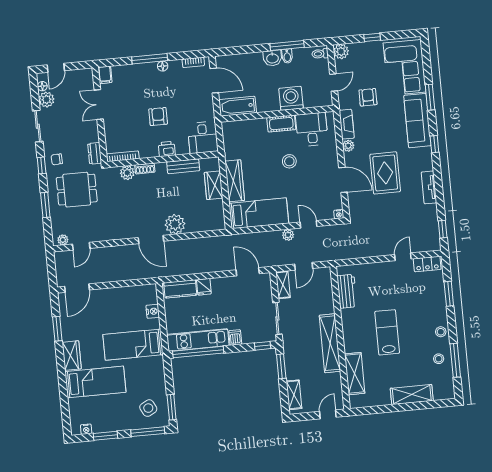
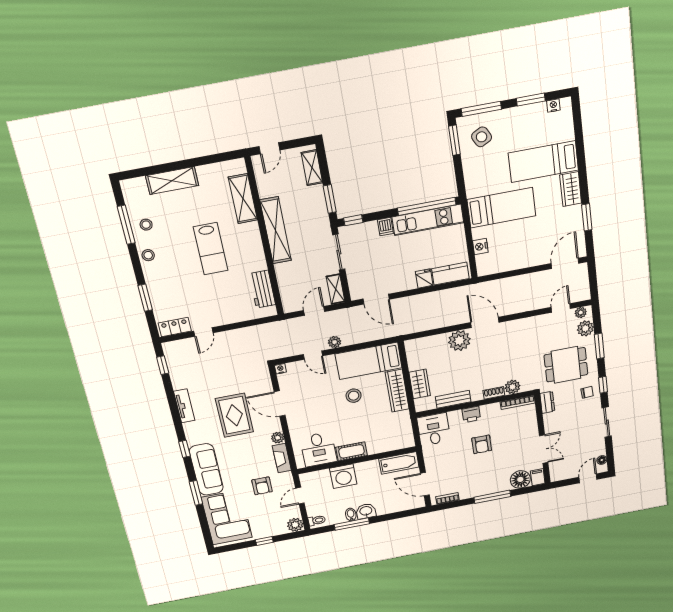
floor lamp: (163, 66) -> (520, 479), moved, width x1.89, depth x1.89
plant: (46, 100) -> (585, 328), moved
stool: (289, 161) -> (354, 396), moved

